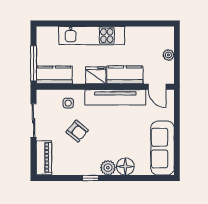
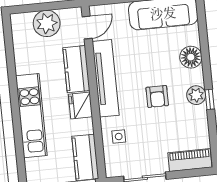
plant: (168, 55) -> (47, 23), width x1.87, depth x1.87
armchair: (77, 131) -> (157, 96), moved, turned 140
plant: (108, 168) -> (196, 95), moved

